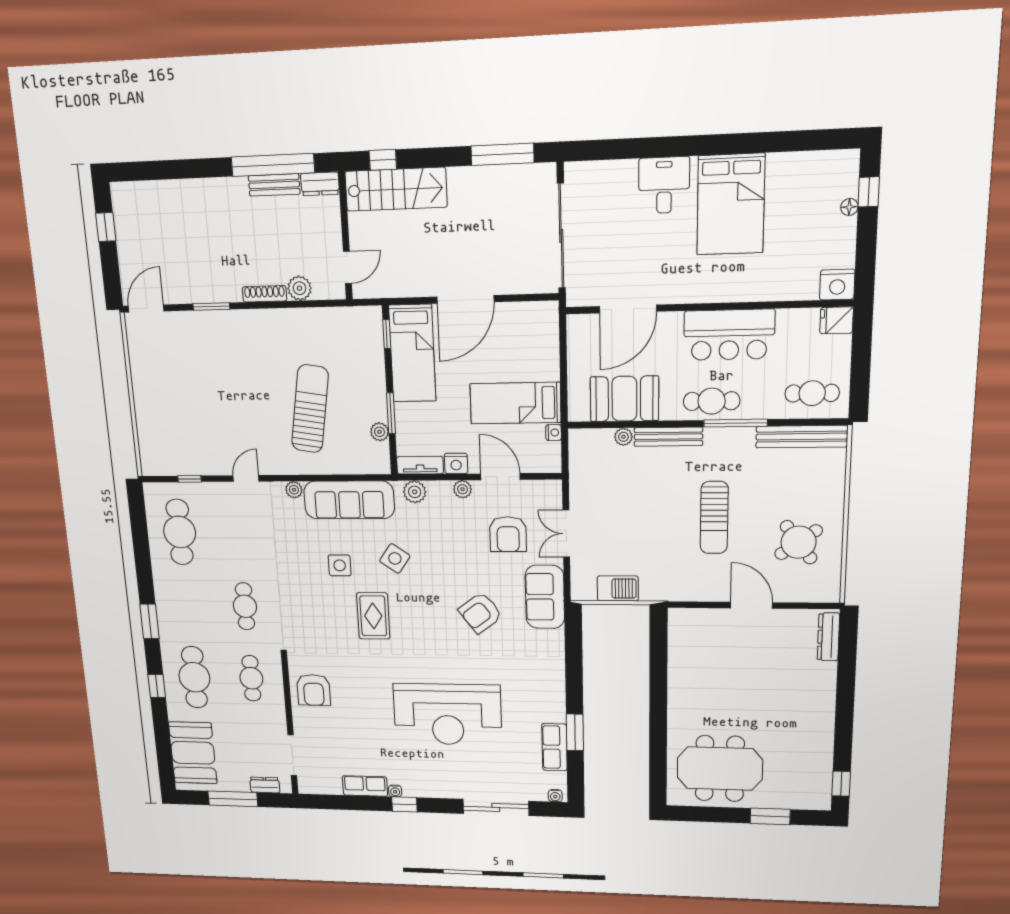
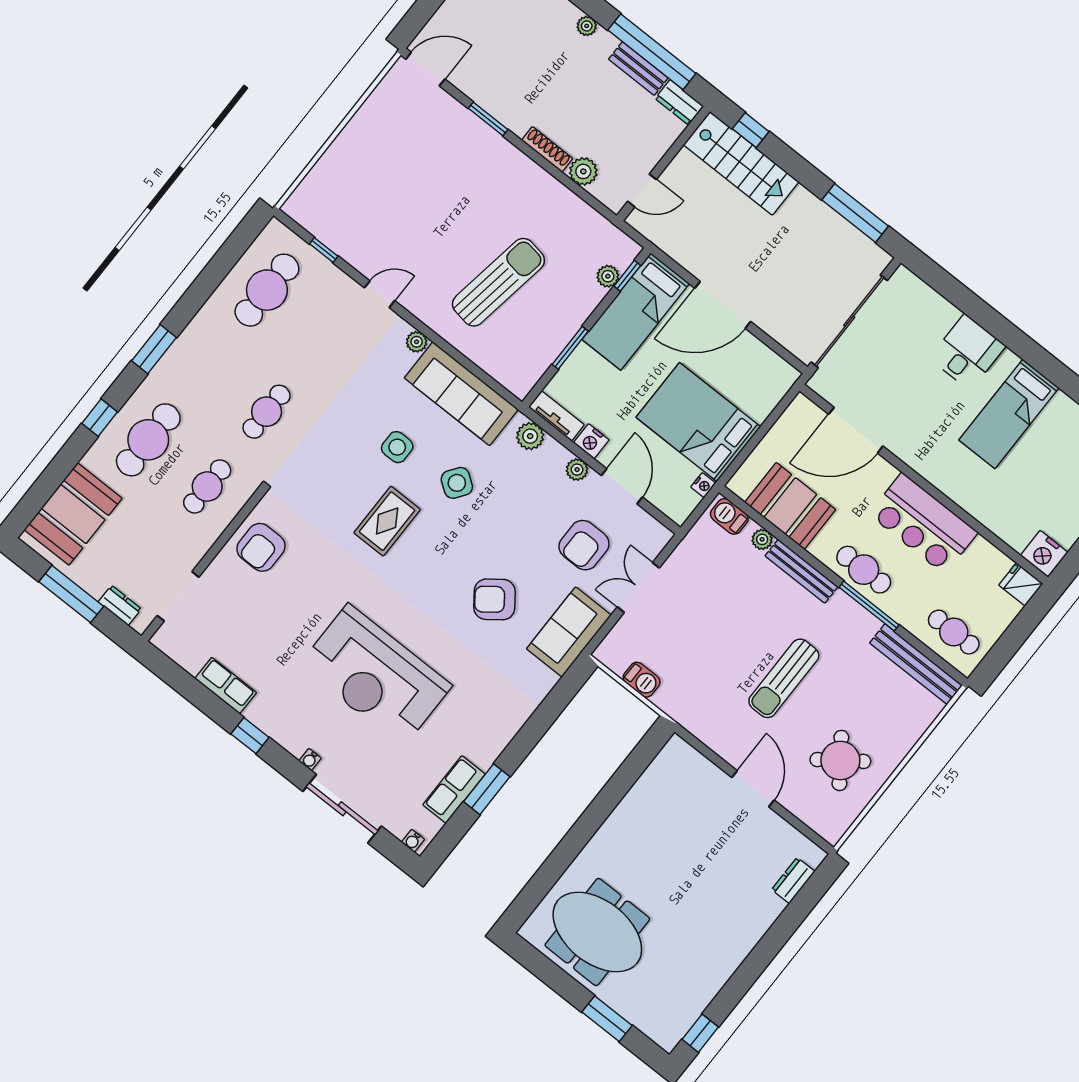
plant: (217, 186) -> (587, 26), added
bed: (731, 204) -> (1009, 414), width x0.67
bed: (515, 403) -> (698, 422), width x1.50
plant: (380, 432) -> (608, 276), moved
barbecue: (588, 439) -> (729, 516), added
barbecue: (618, 588) -> (642, 680), width x0.73, depth x0.79
dresser: (828, 637) -> (793, 880), width x0.70
water cooler: (395, 791) -> (310, 760), moved

